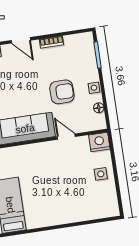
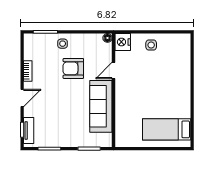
side table: (94, 88) -> (63, 44), moved
armchair: (62, 92) -> (73, 68), turned -90
floor lamp: (99, 108) -> (107, 38), moved

